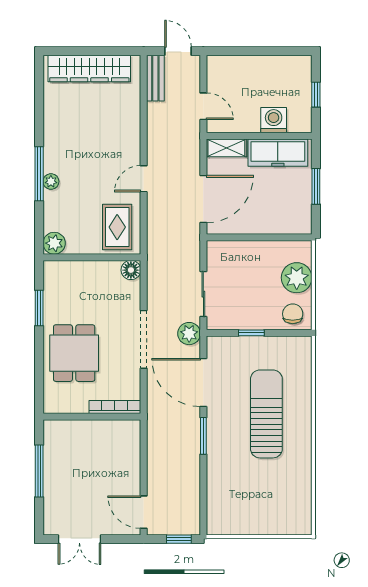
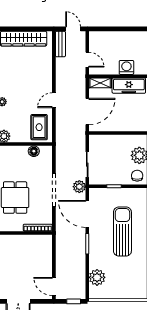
floor lamp: (131, 270) -> (34, 151), moved
plant: (221, 496) -> (97, 277), added

